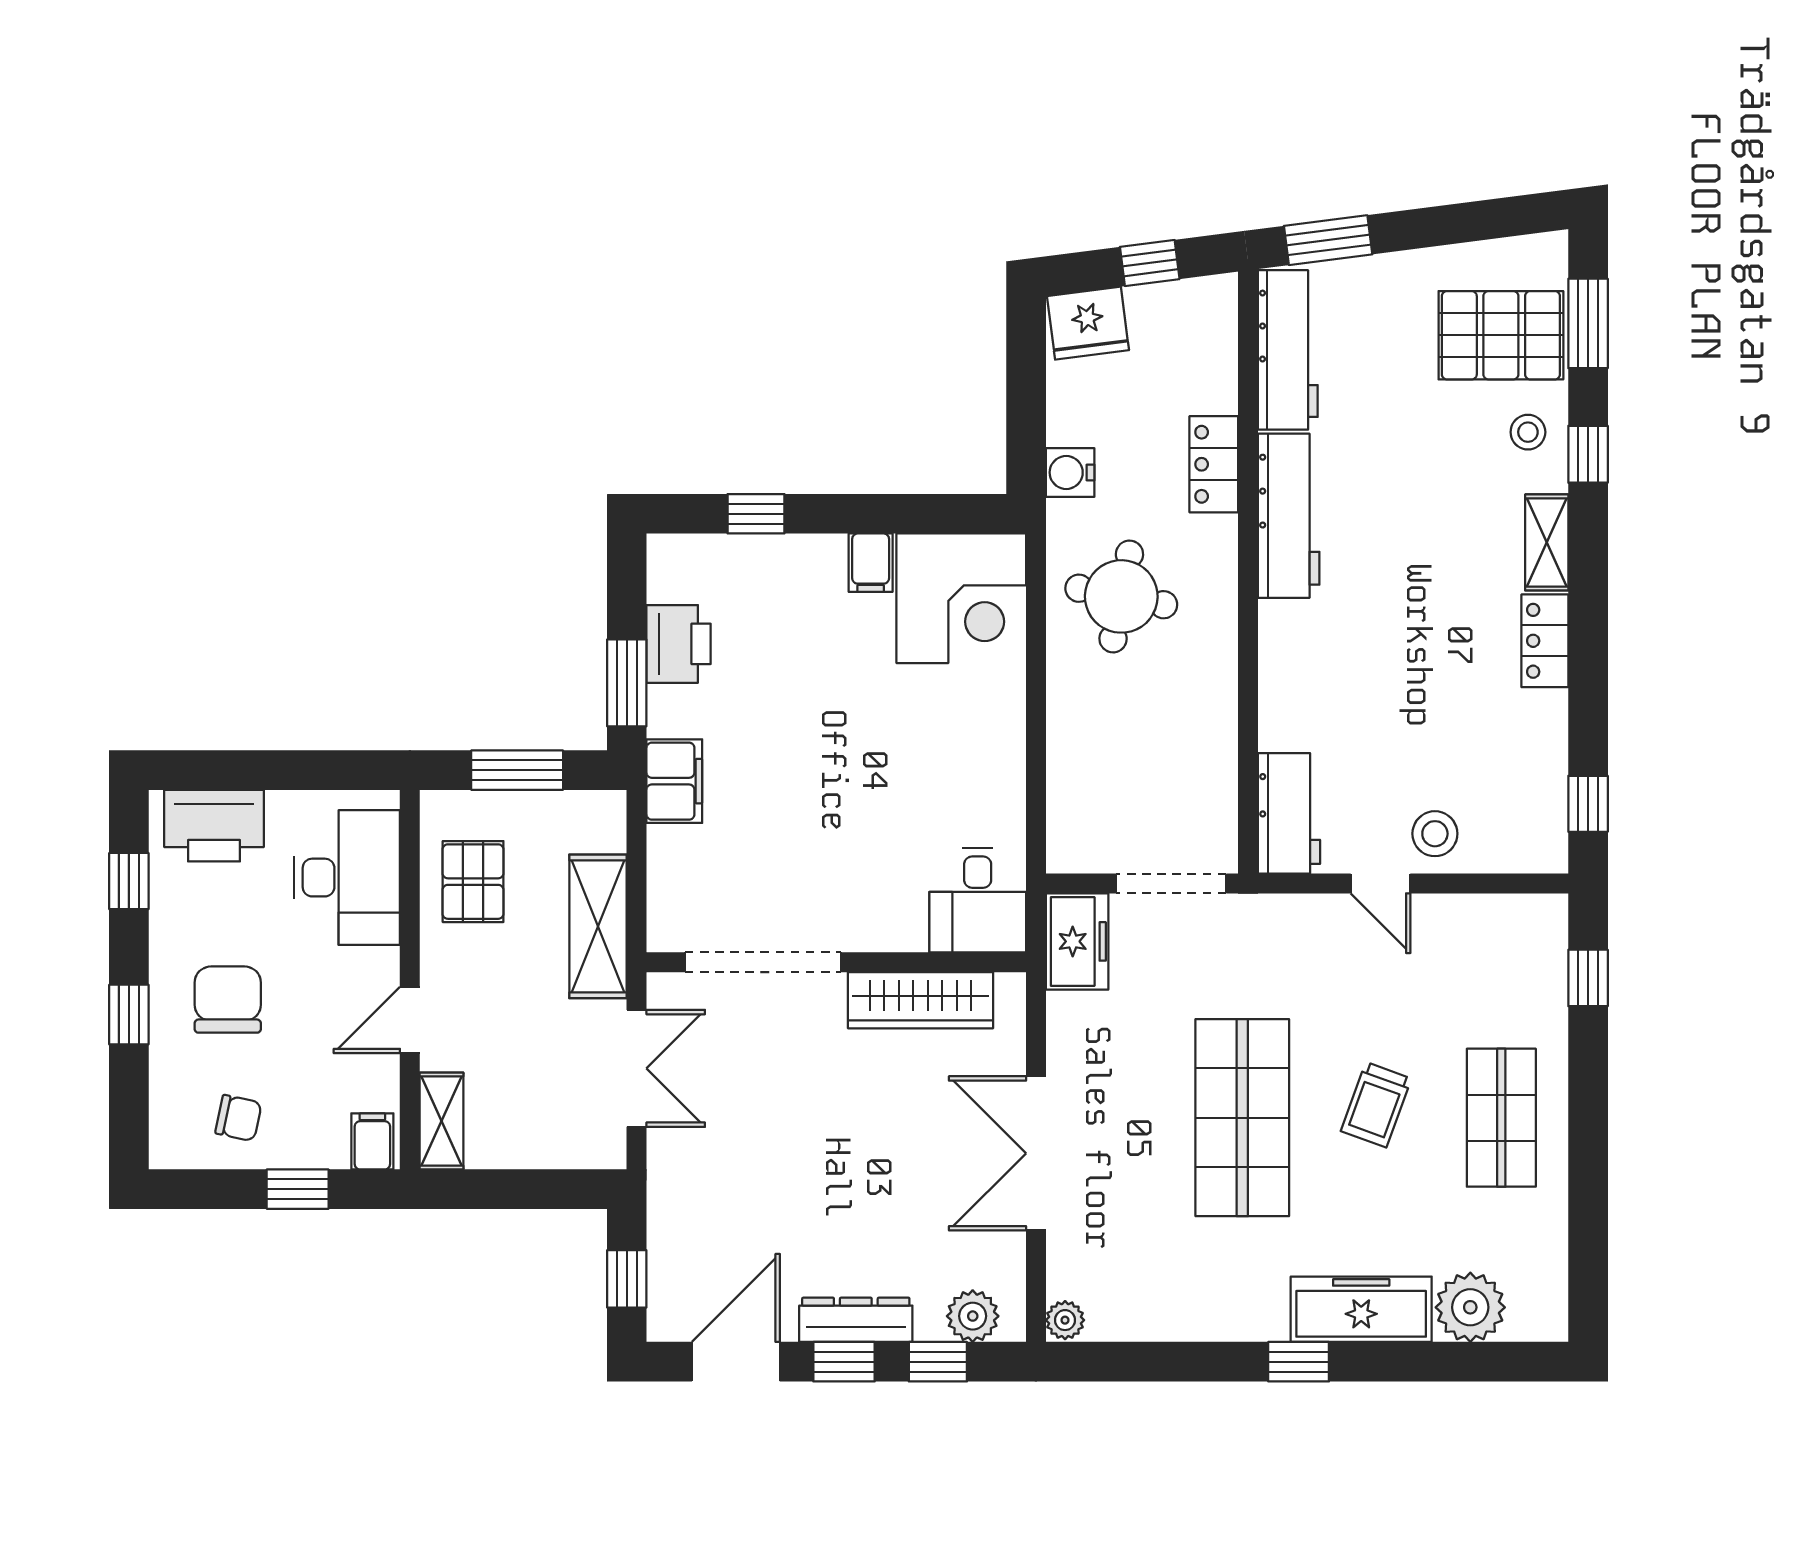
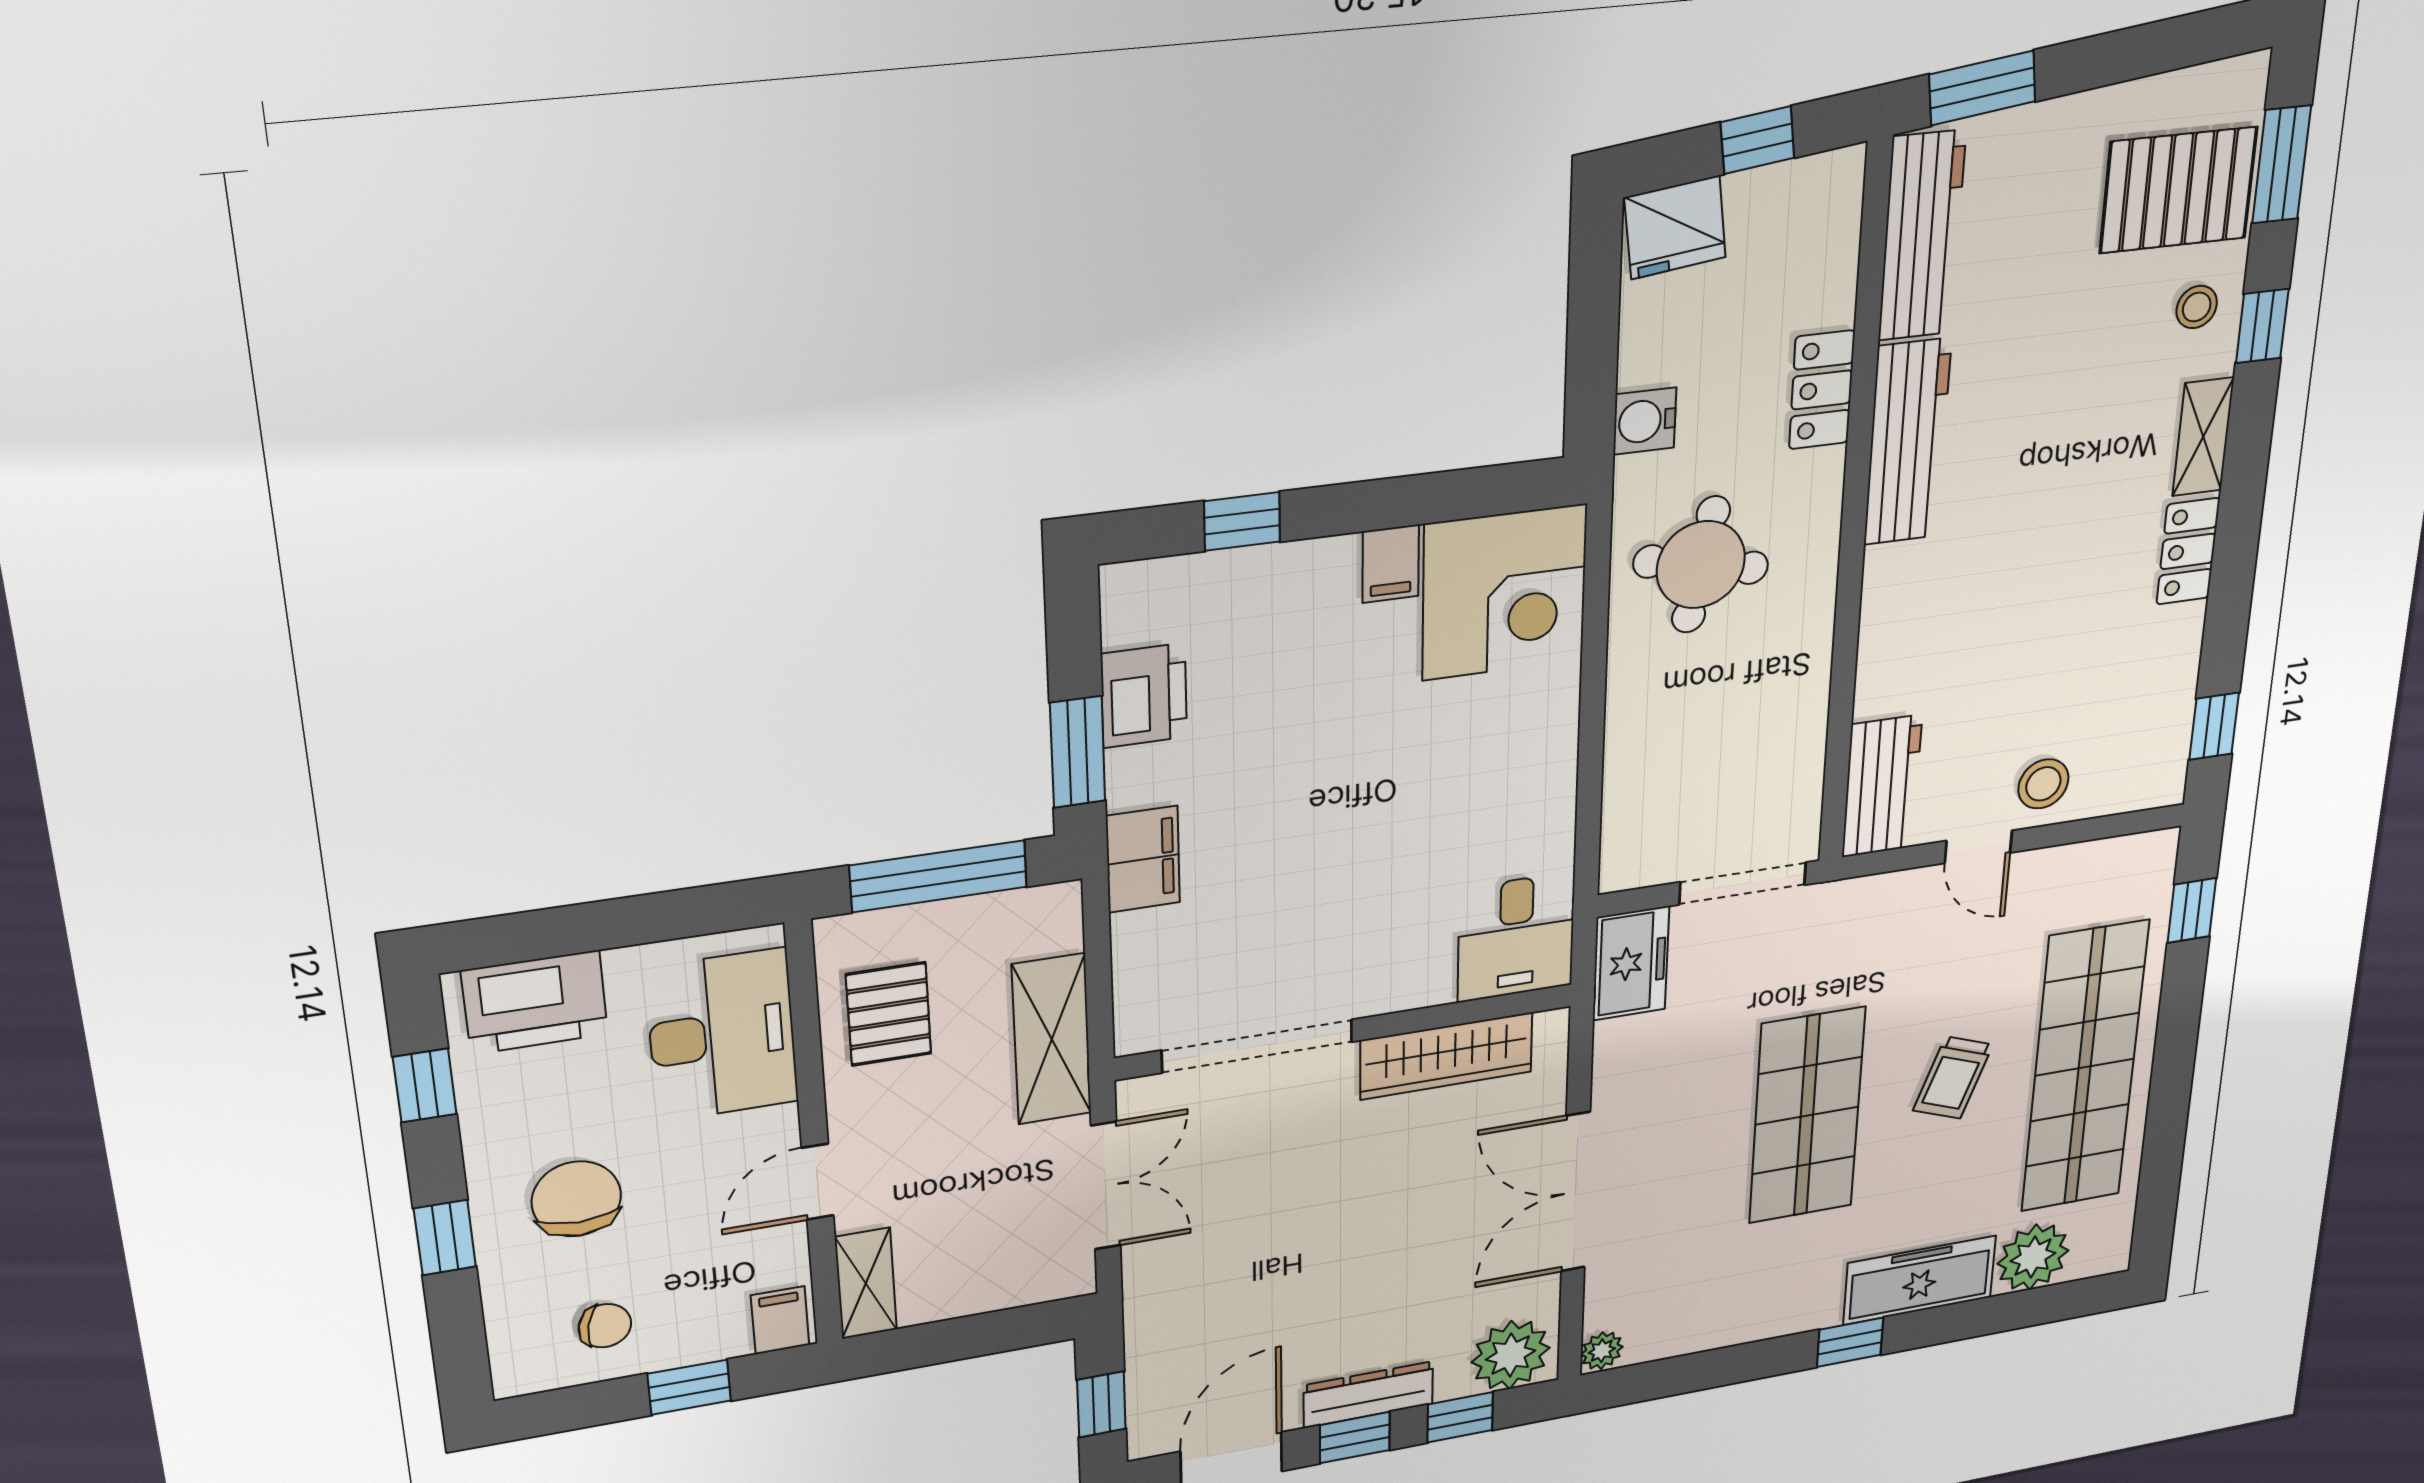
window: (517, 770) -> (939, 876), width x1.44
shop shelf: (1501, 1118) -> (2085, 1067), width x2.00, depth x1.36
plant: (973, 1316) -> (1511, 1355), width x1.36, depth x1.36

